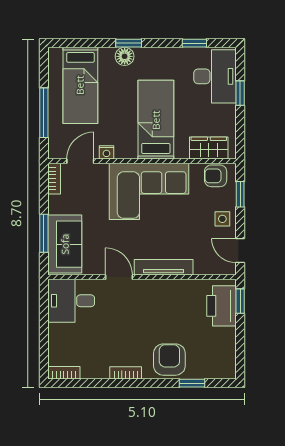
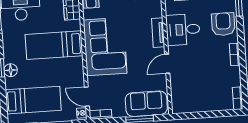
nightstand: (106, 152) -> (82, 113), moved
tv unit: (164, 267) -> (158, 33), width x0.71
desk: (71, 301) -> (183, 30), moved, turned 90
armchair: (169, 360) -> (223, 24), turned 90

